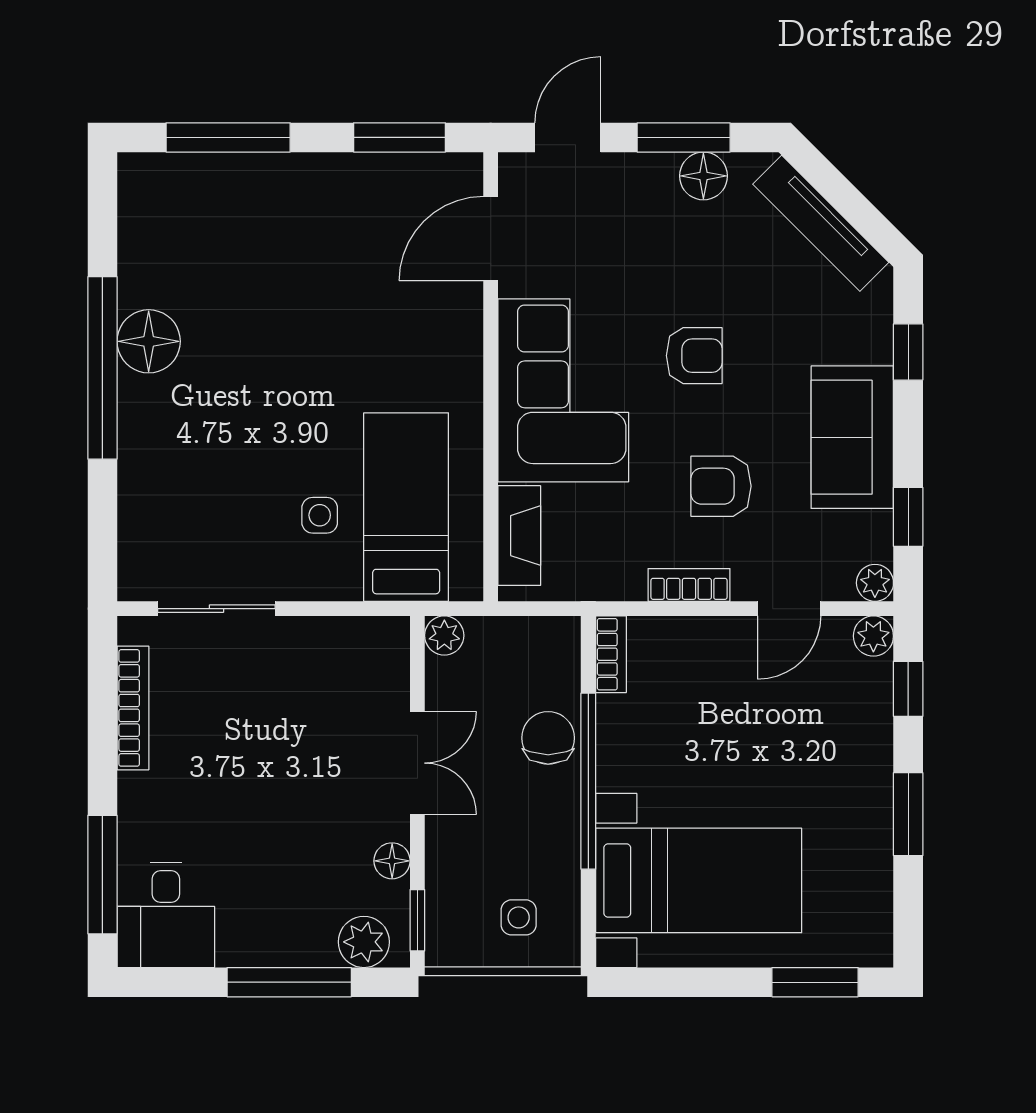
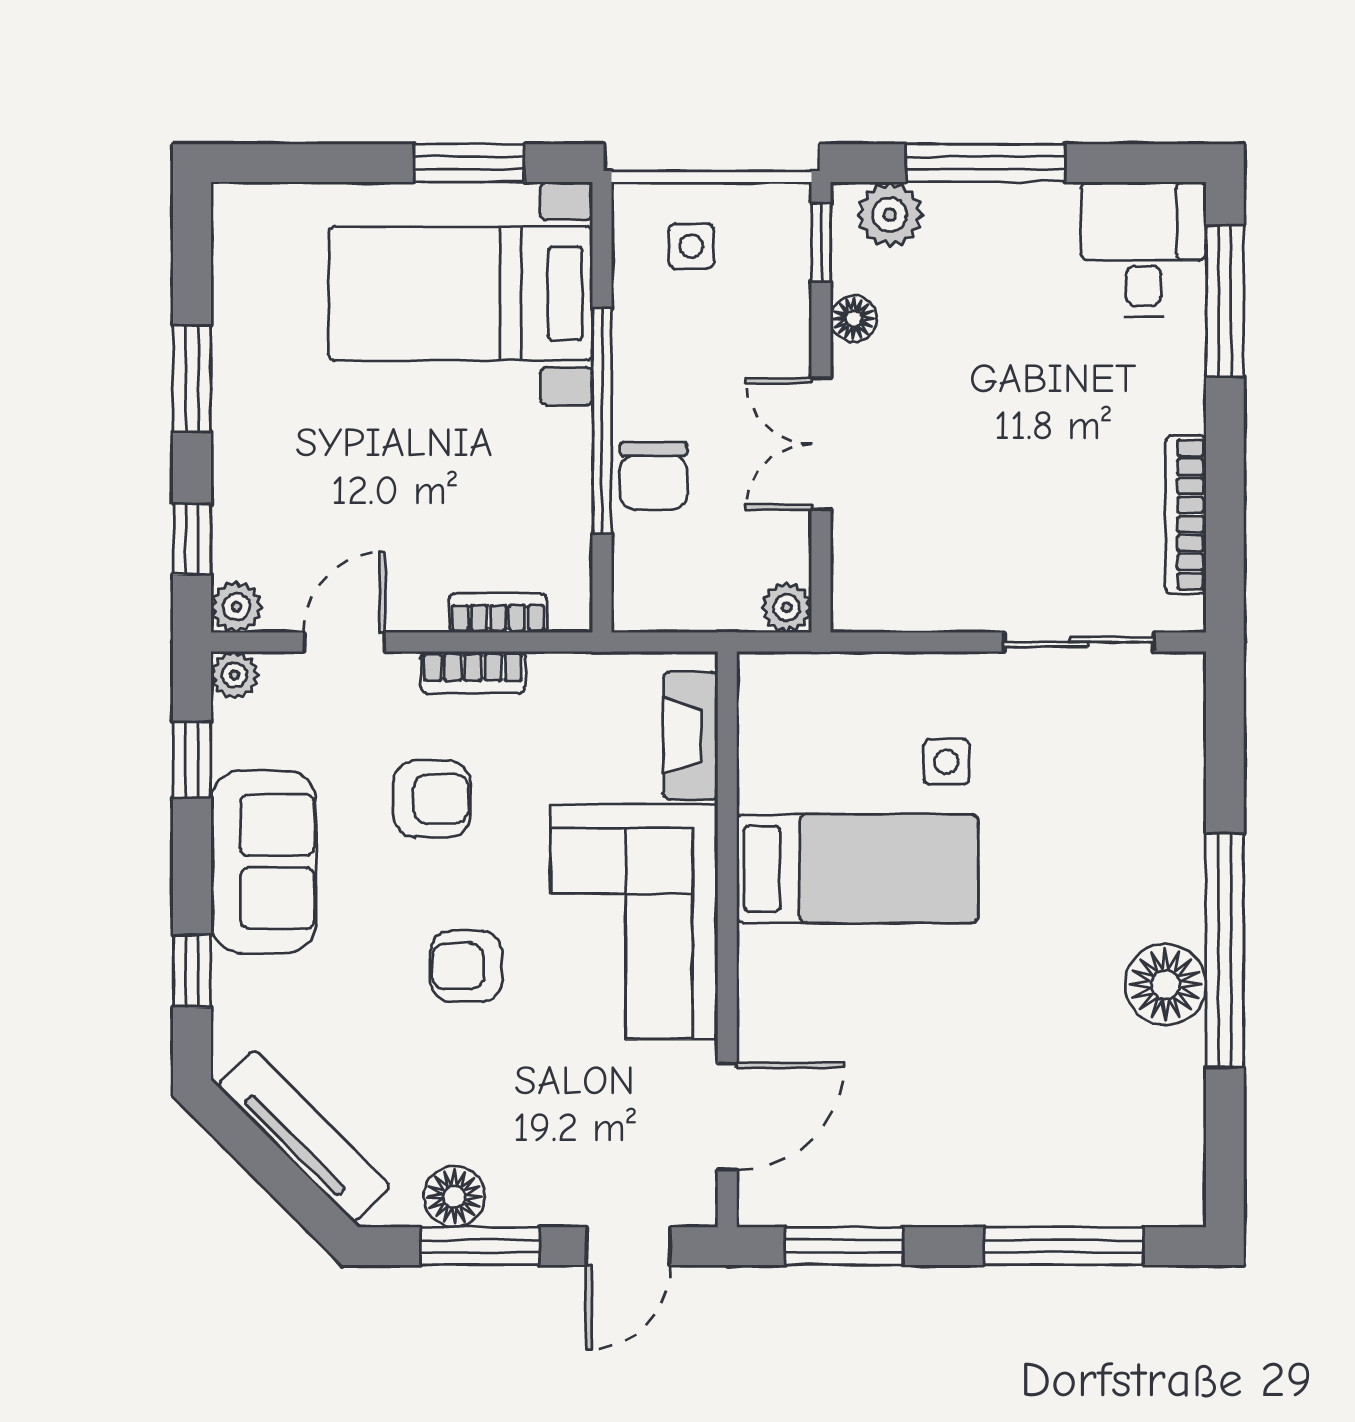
bed: (406, 507) -> (857, 869), moved, turned -90
bookcase: (611, 654) -> (498, 613), moved, turned 90
window: (815, 982) -> (469, 163), moved

